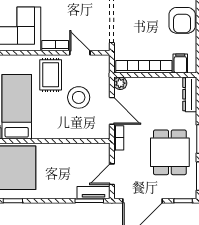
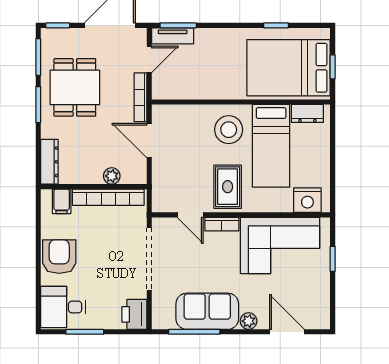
plant: (120, 83) -> (112, 176), moved
stool: (79, 97) -> (229, 130), moved
bookcase: (119, 138) -> (140, 97), width x1.56

